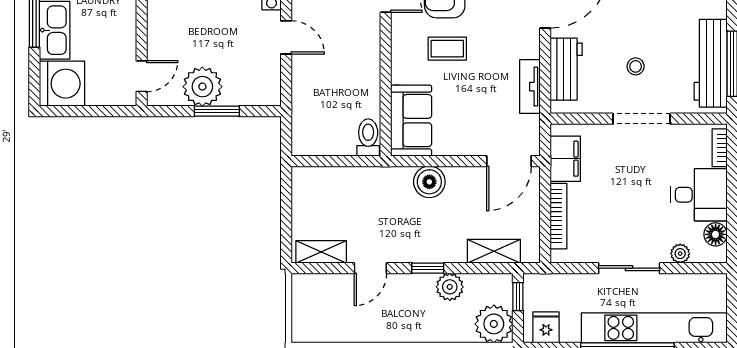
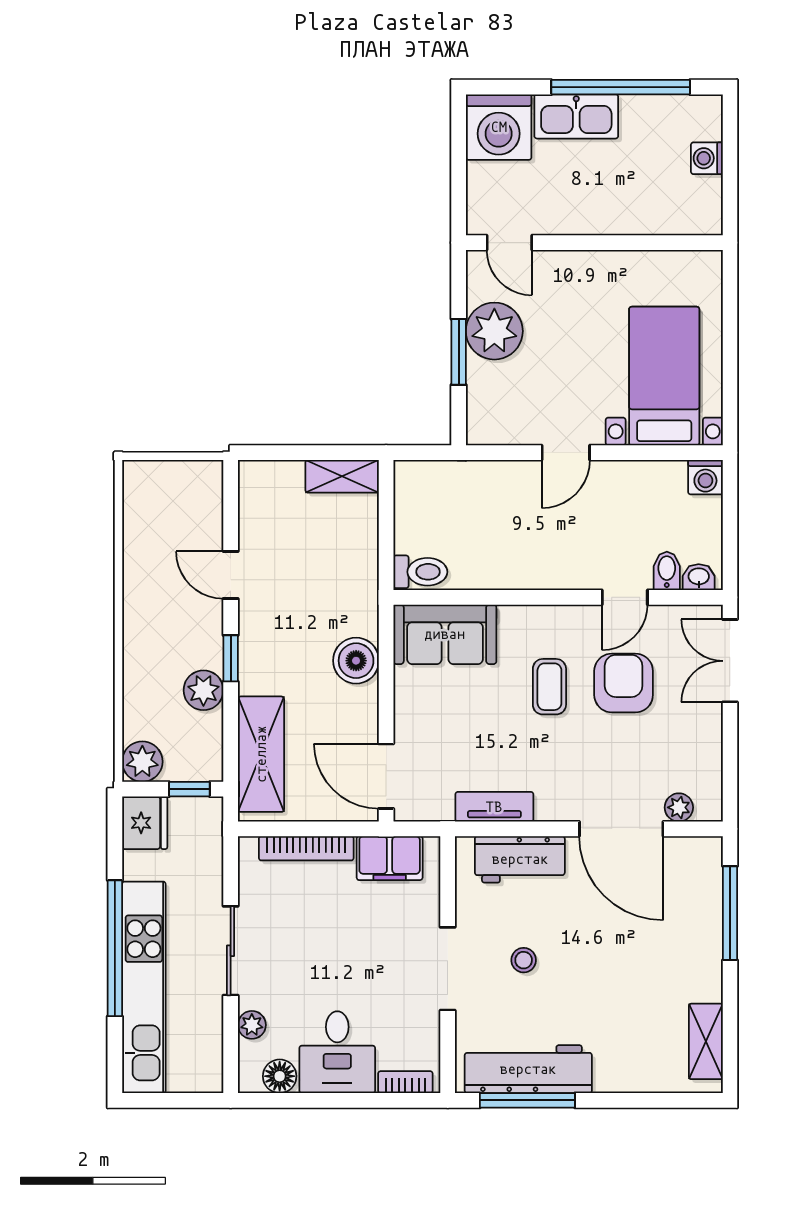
shelving: (494, 251) -> (261, 754), width x1.50, depth x1.33
shelving: (321, 252) -> (342, 476), moved, turned 90
plant: (494, 324) -> (142, 762), width x0.73, depth x0.73
fridge: (546, 327) -> (145, 823), width x1.38

